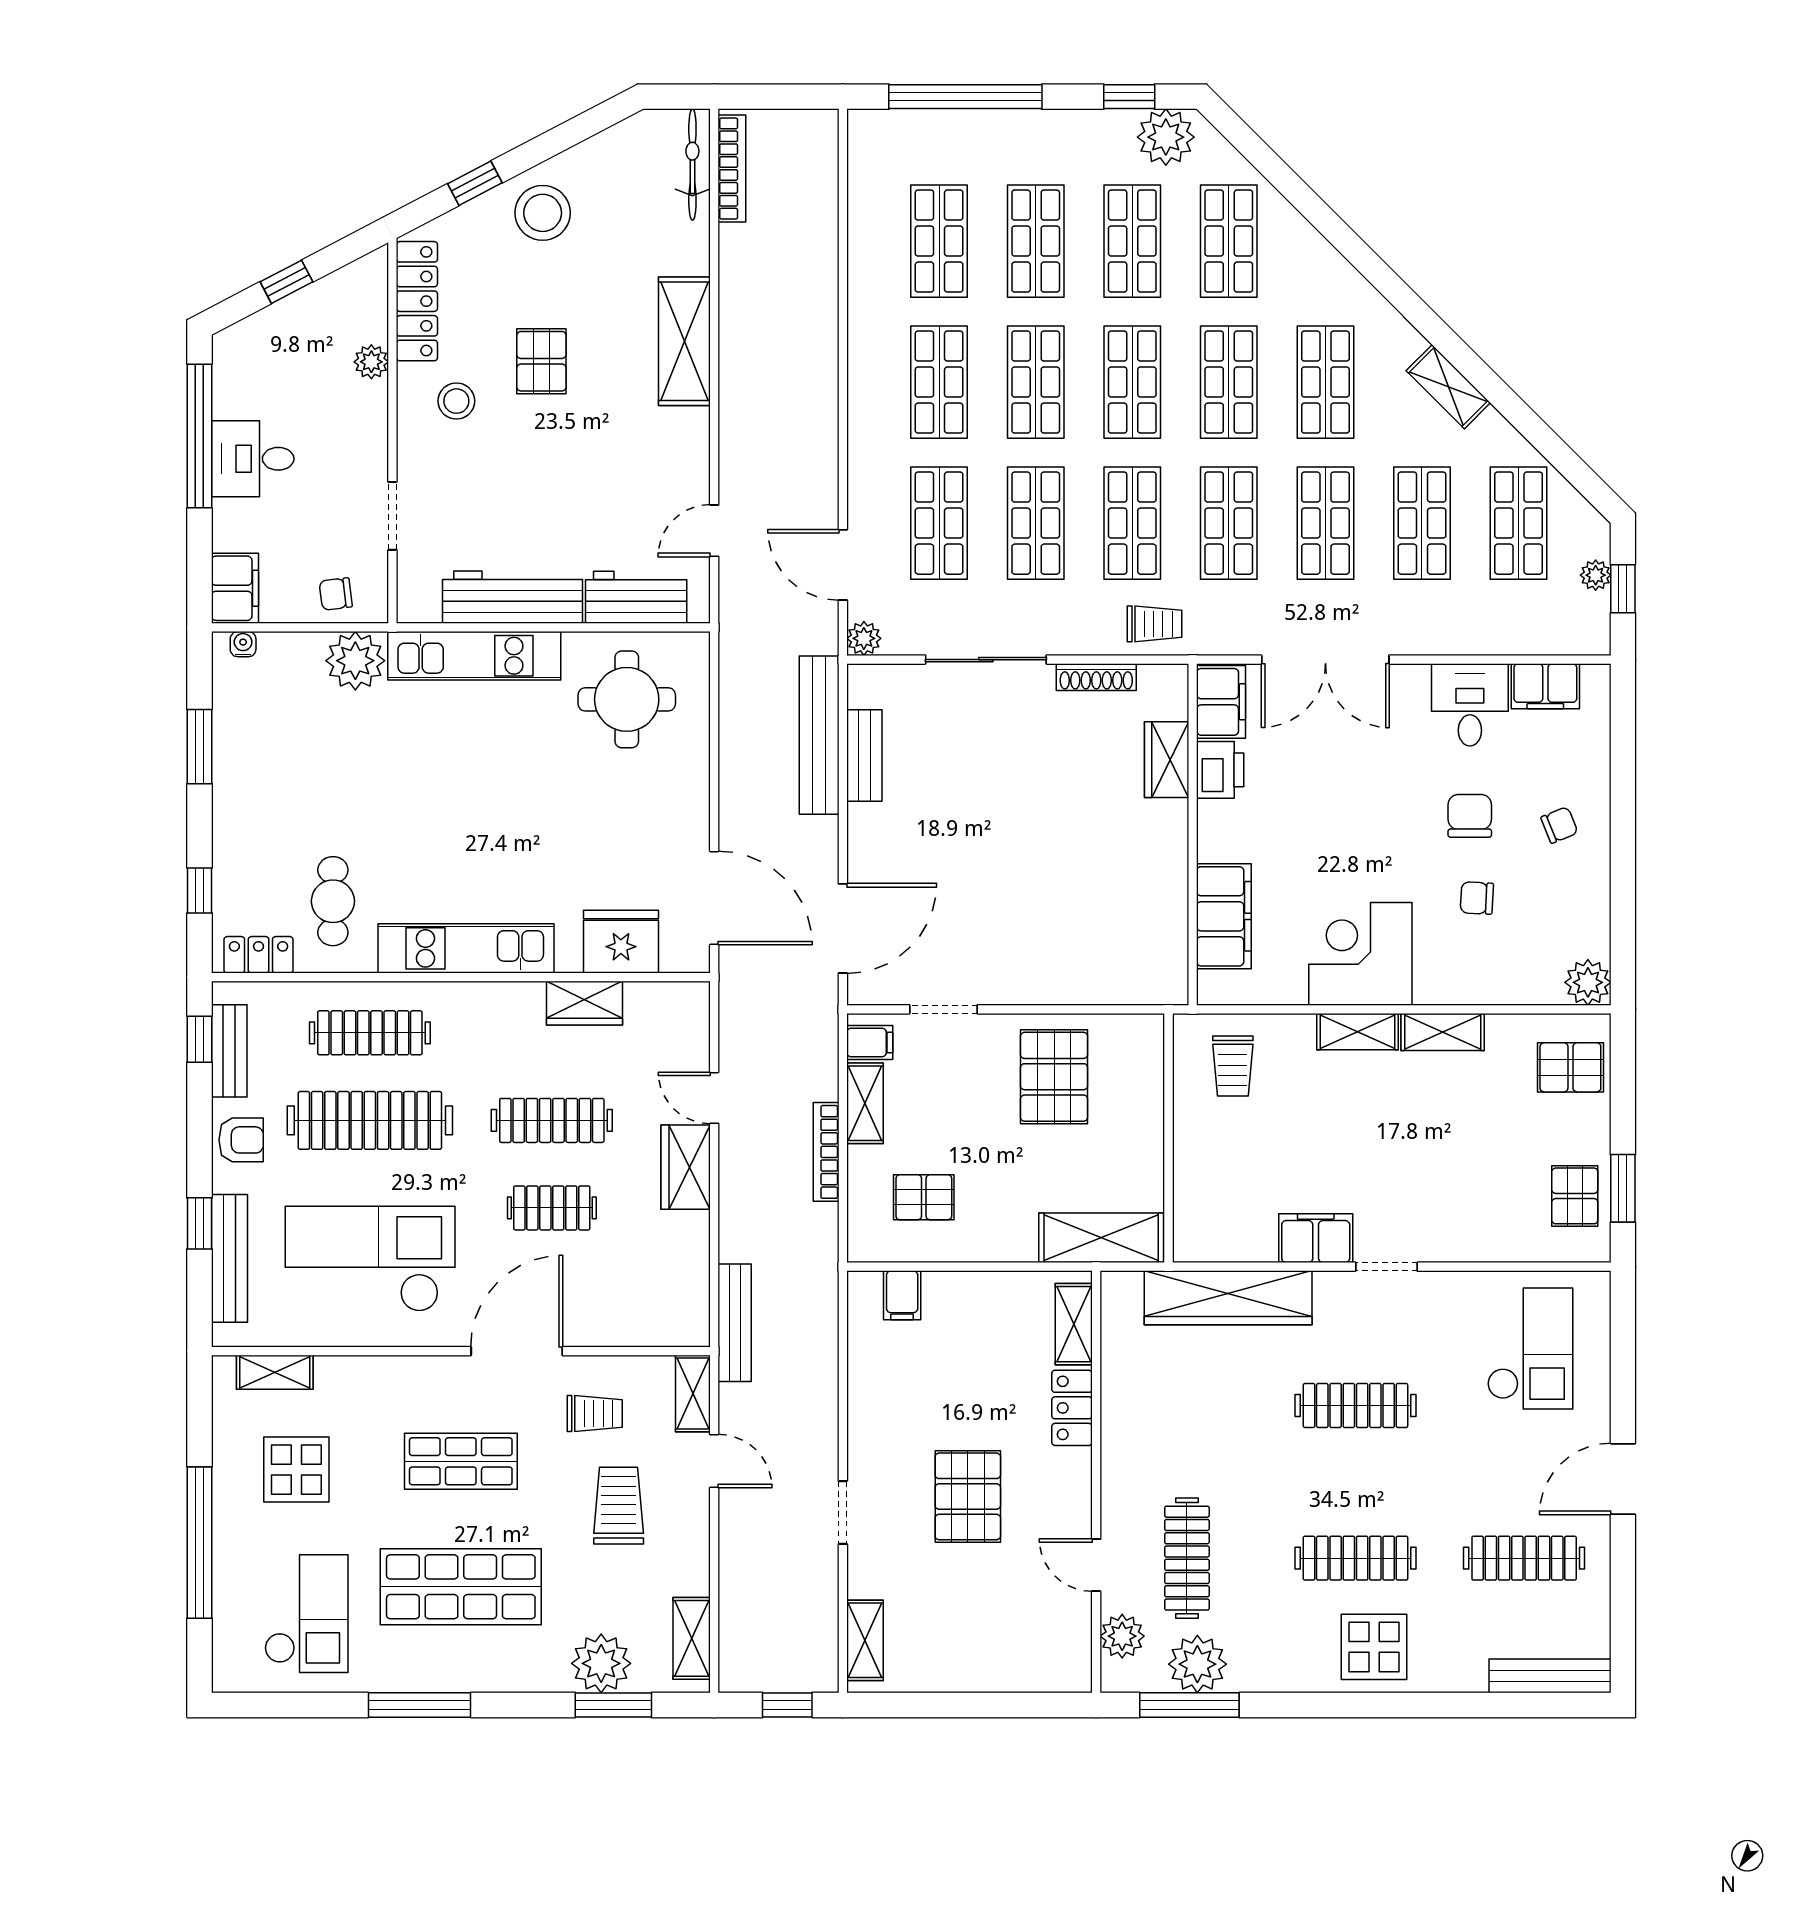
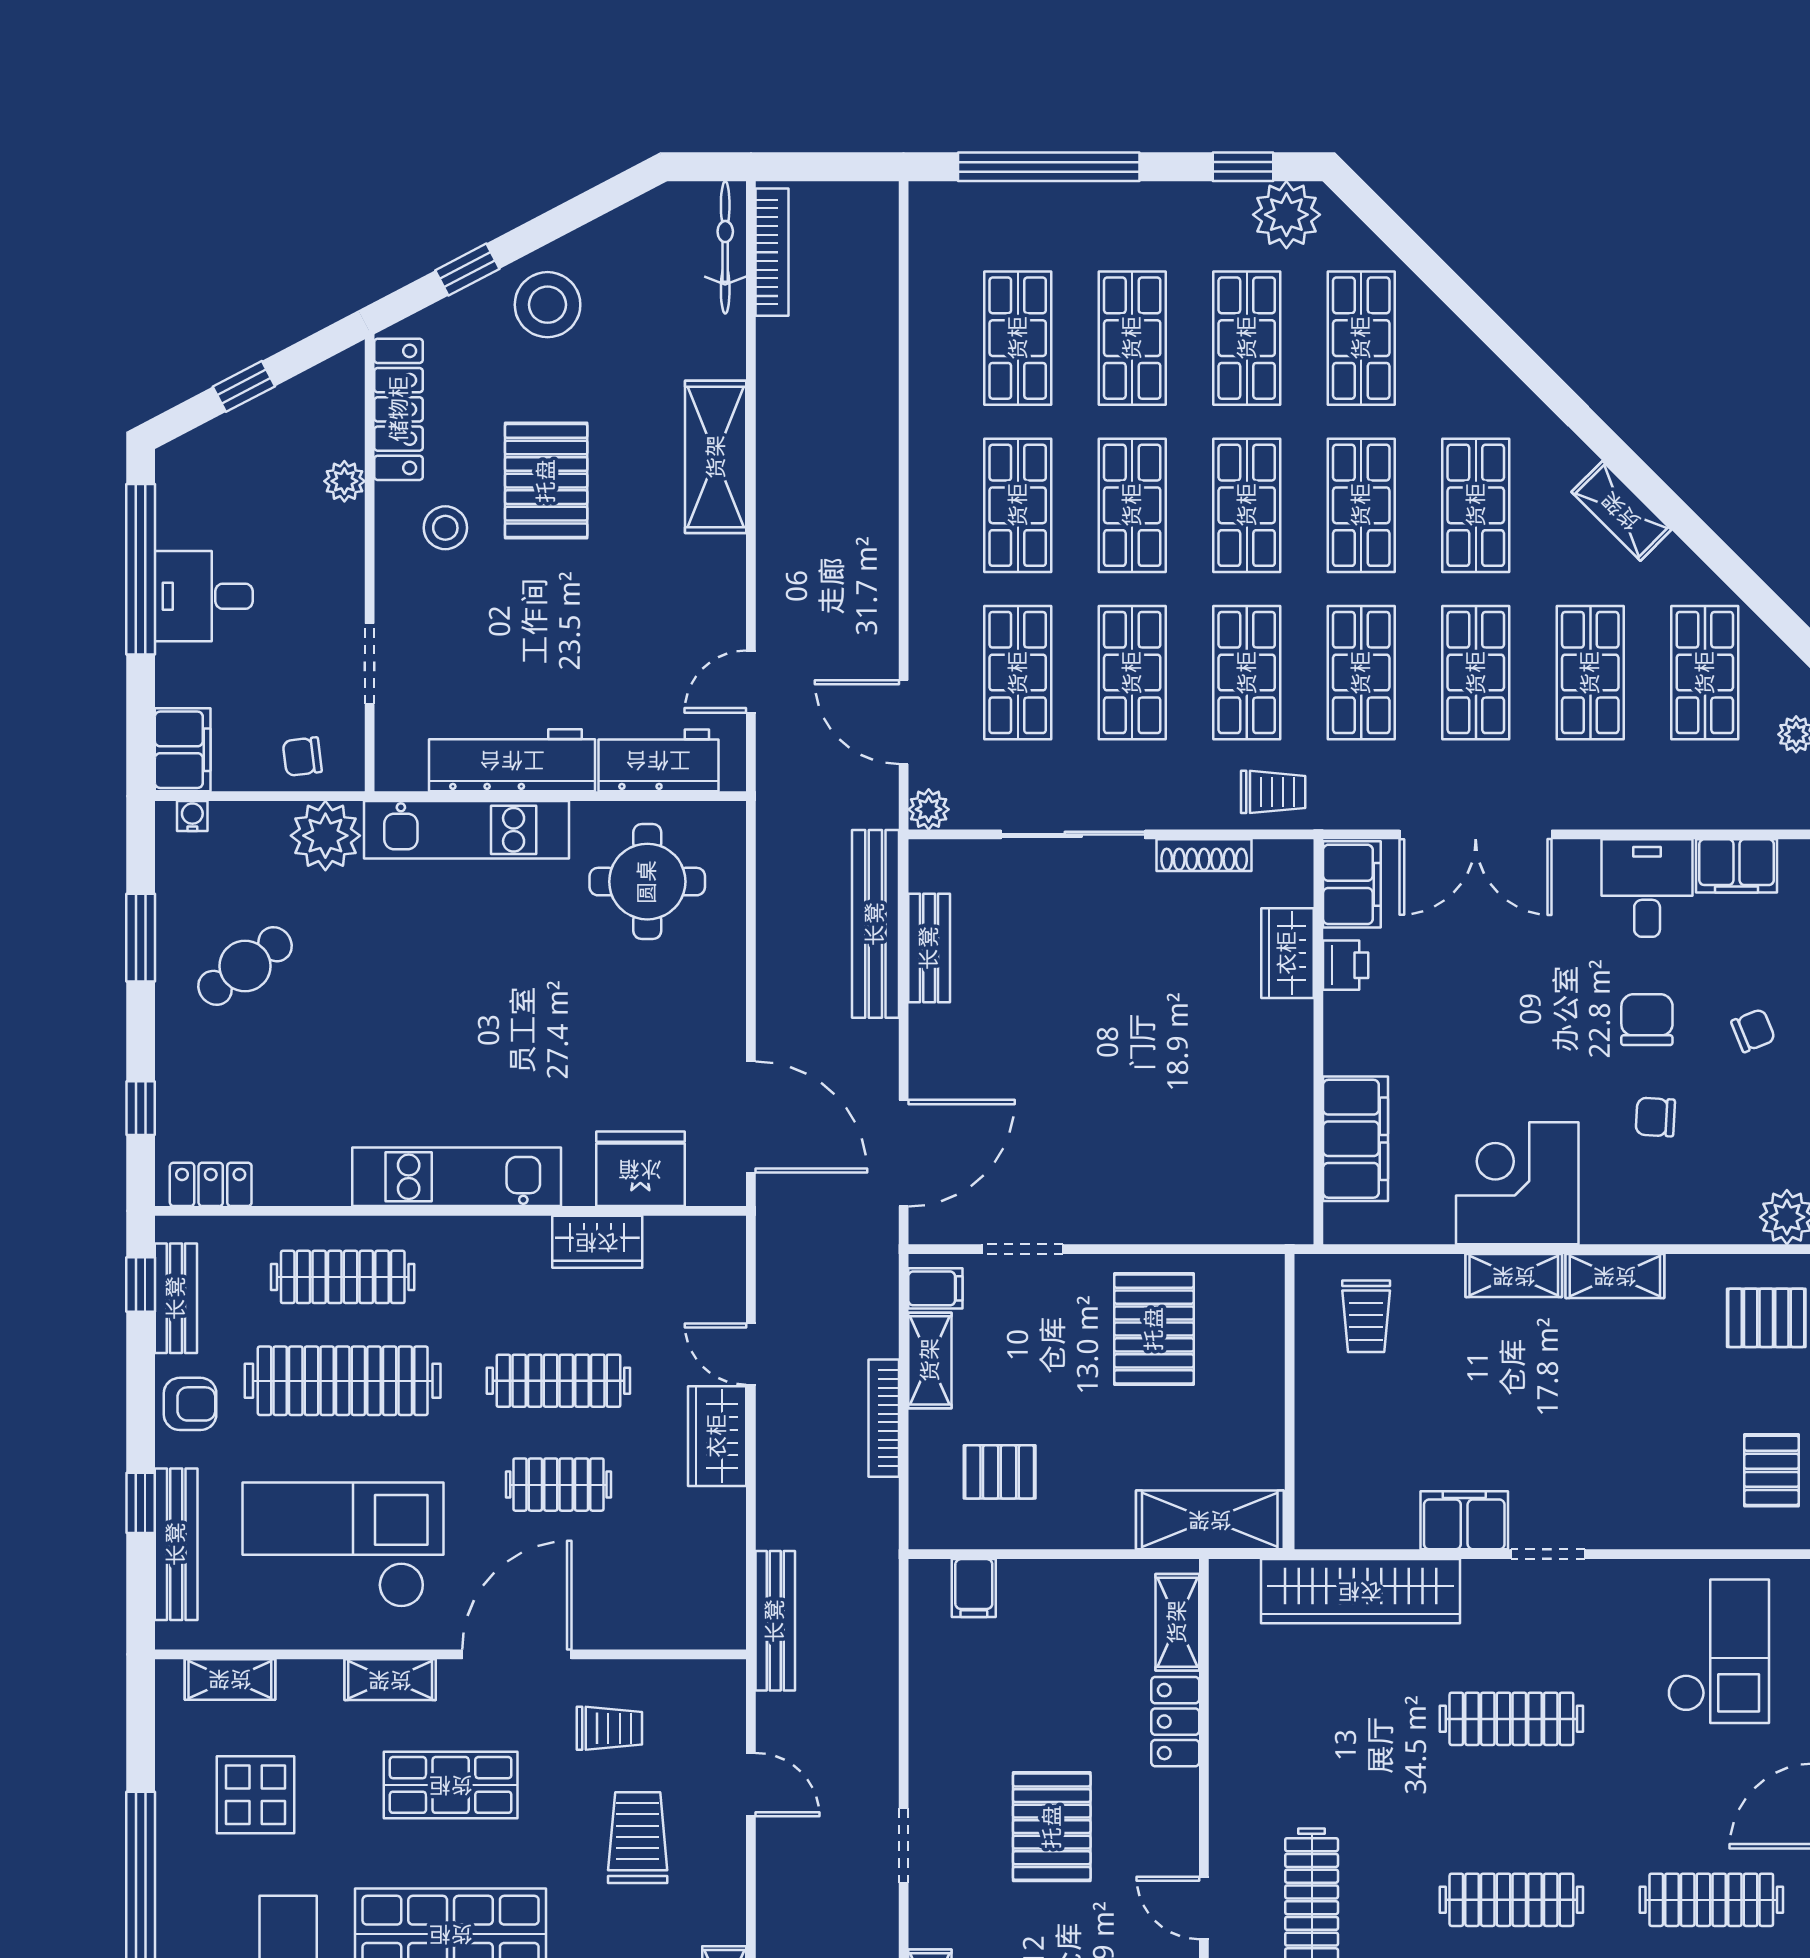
pallet: (541, 361) -> (546, 481), width x1.50, depth x1.42
printer: (1220, 770) -> (1346, 965), width x0.73, depth x0.81
cafe table: (333, 901) -> (245, 966), moved, turned 54
shelving: (693, 1394) -> (390, 1680), moved, turned 90

